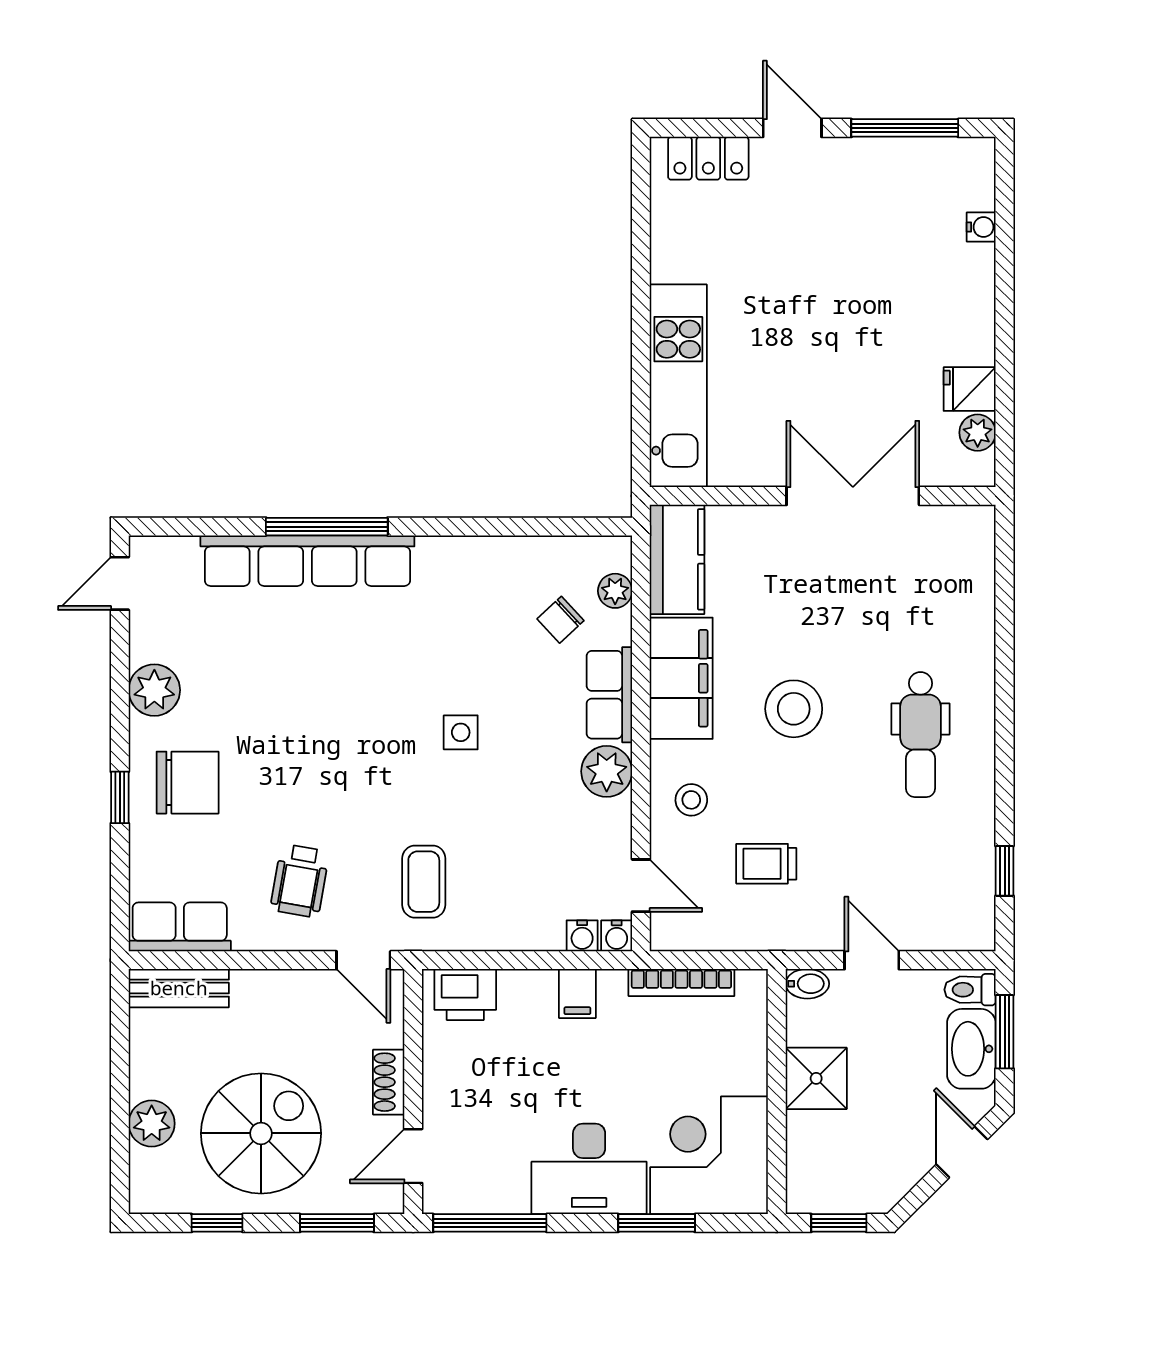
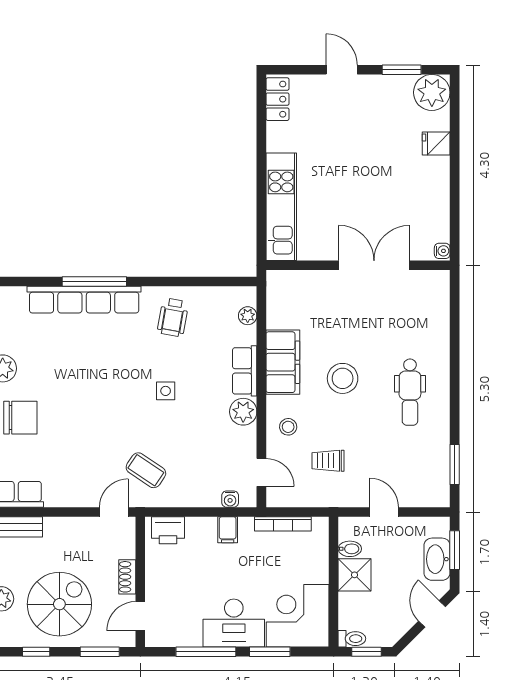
window: (905, 128) -> (402, 70), width x0.69
locker: (708, 158) -> (277, 99), moved, turned -90
water cooler: (981, 227) -> (442, 251), moved
fridge: (970, 389) -> (436, 144), moved
plant: (978, 433) -> (432, 92), moved, width x1.87, depth x1.87
kitchen counter: (677, 559) -> (281, 299), removed
chair: (560, 620) -> (219, 331), removed
window: (1005, 871) -> (455, 465), width x1.50
wheelchair: (300, 881) -> (173, 317), moved
coffee table: (424, 882) -> (146, 470), turned -56
water cooler: (617, 936) -> (248, 499), removed
door: (363, 960) -> (114, 512), swing flipped
bidet: (807, 984) -> (350, 549), moved
toilet: (970, 990) -> (352, 639), moved, turned 180
window: (490, 1223) -> (206, 652), moved

